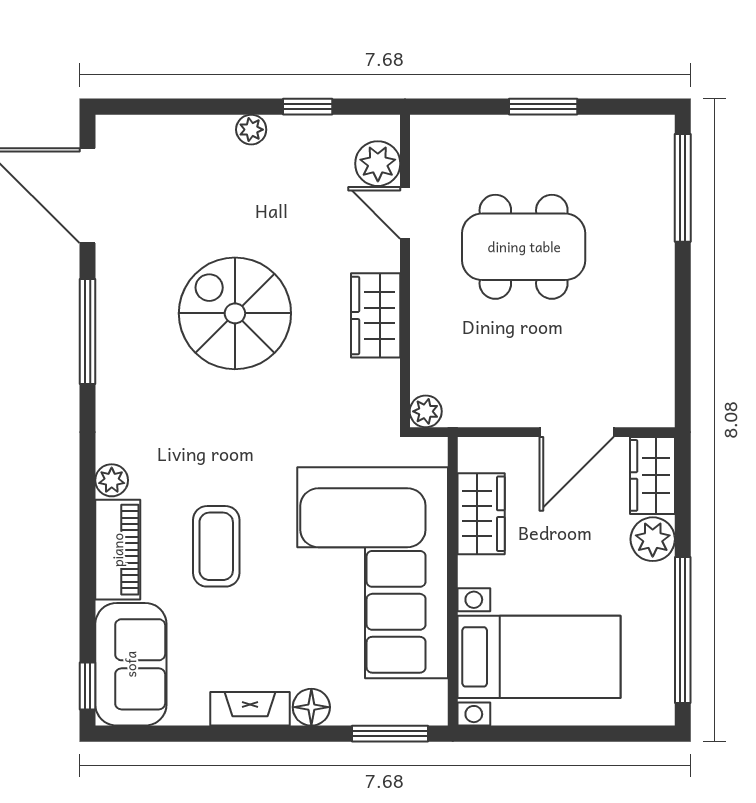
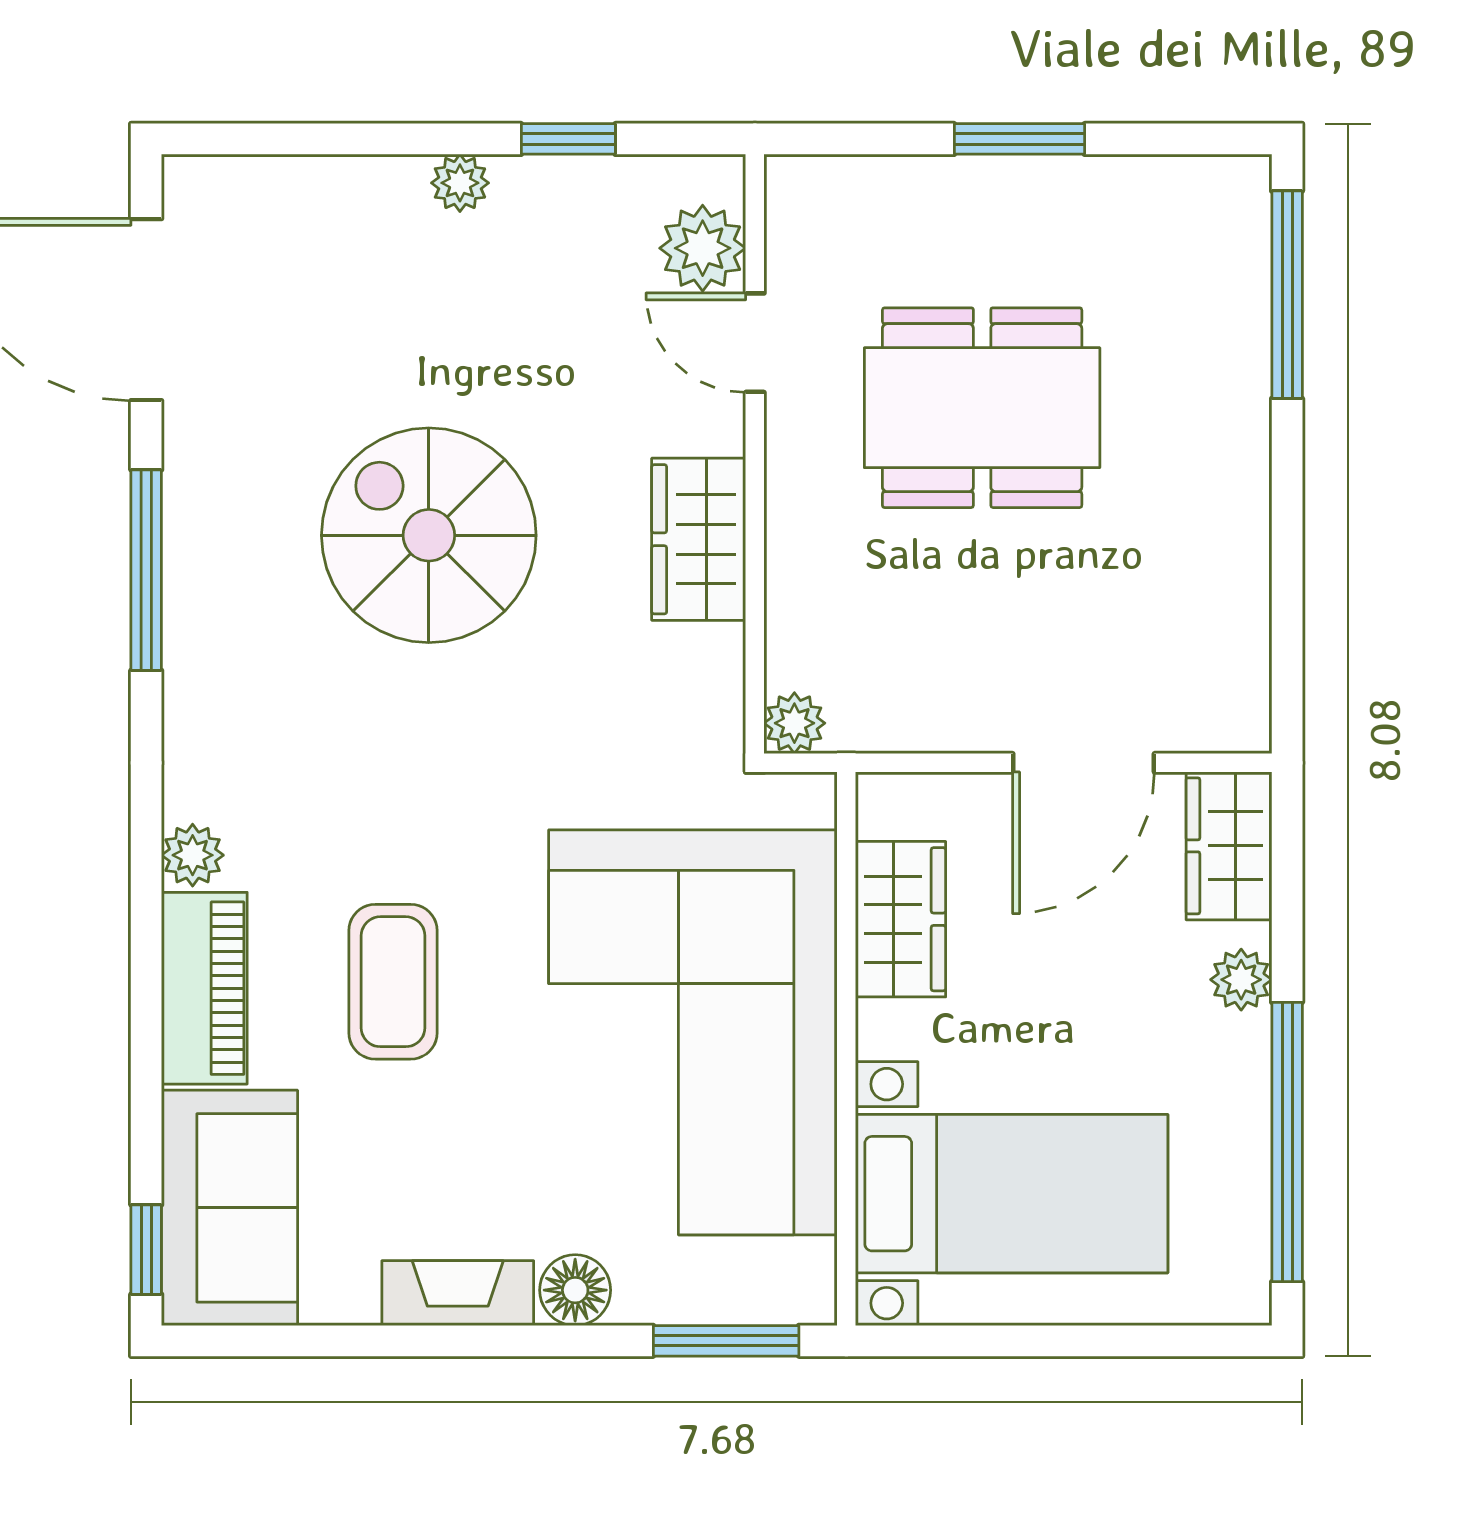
plant: (653, 539) -> (1241, 980), width x0.73, depth x0.73

